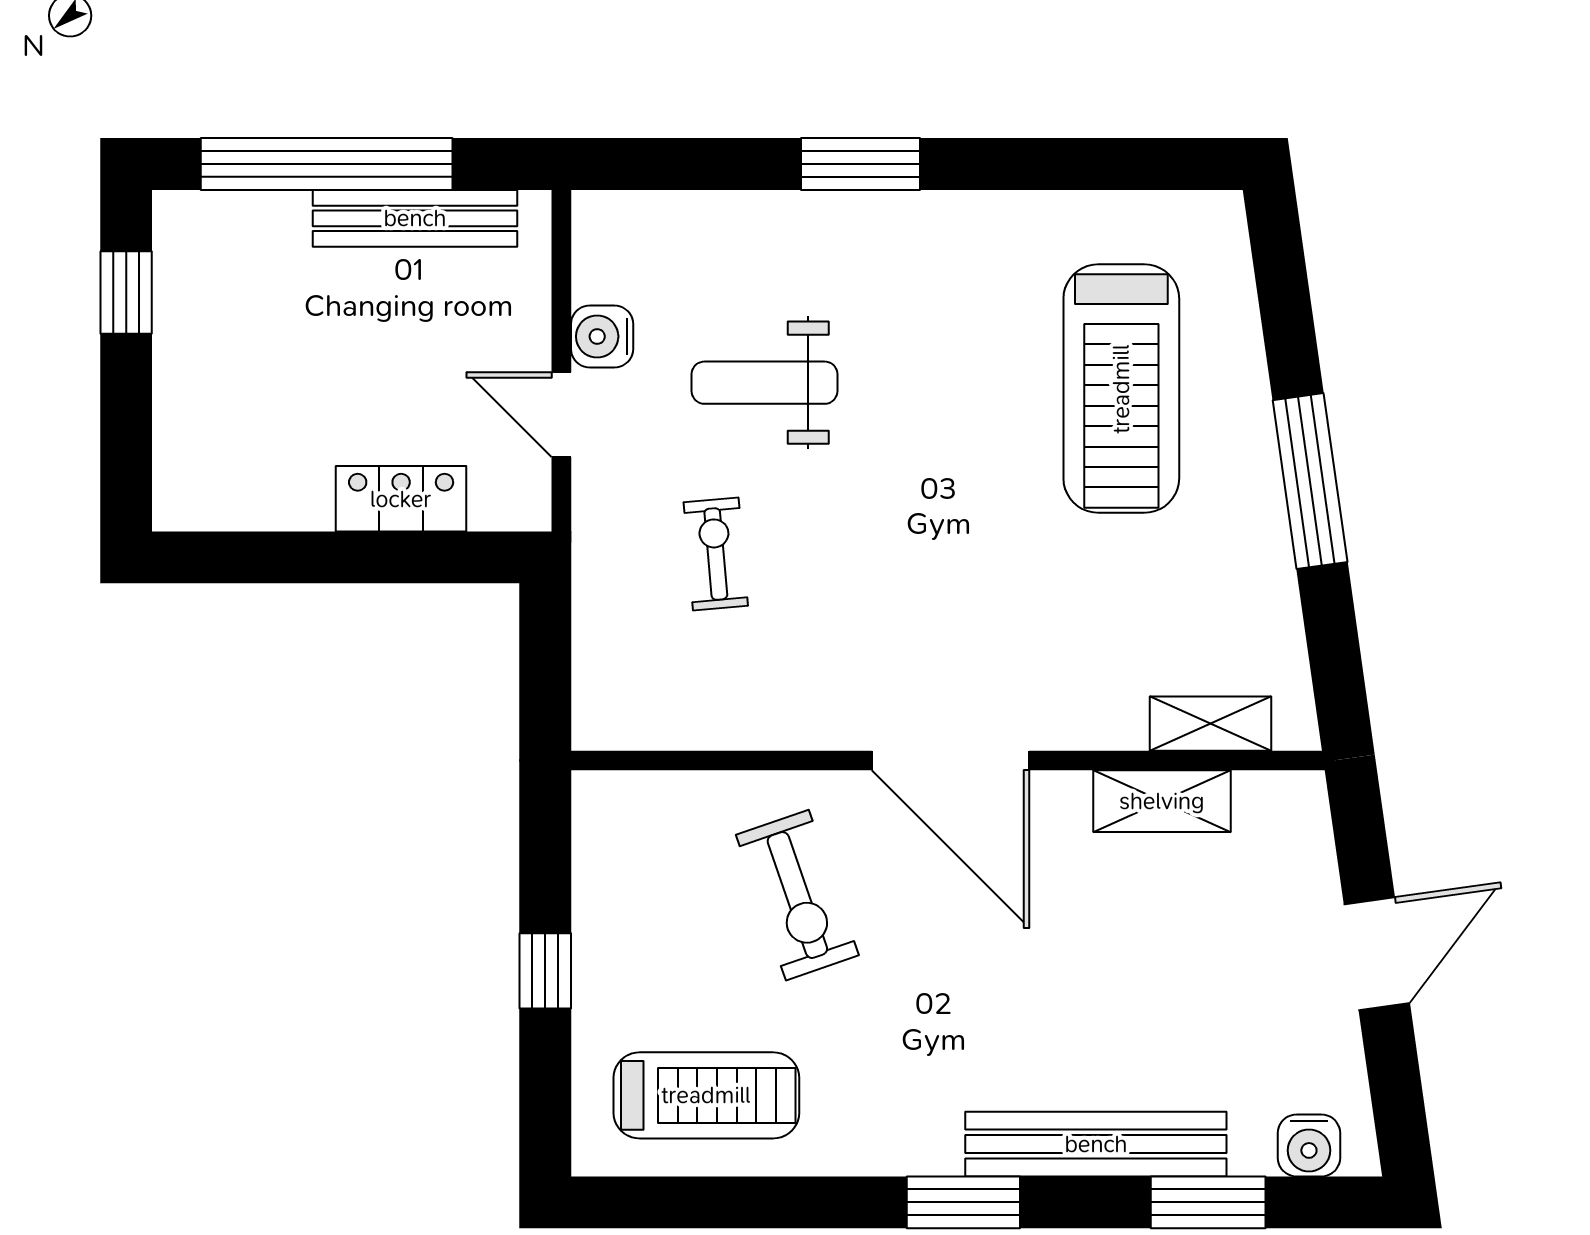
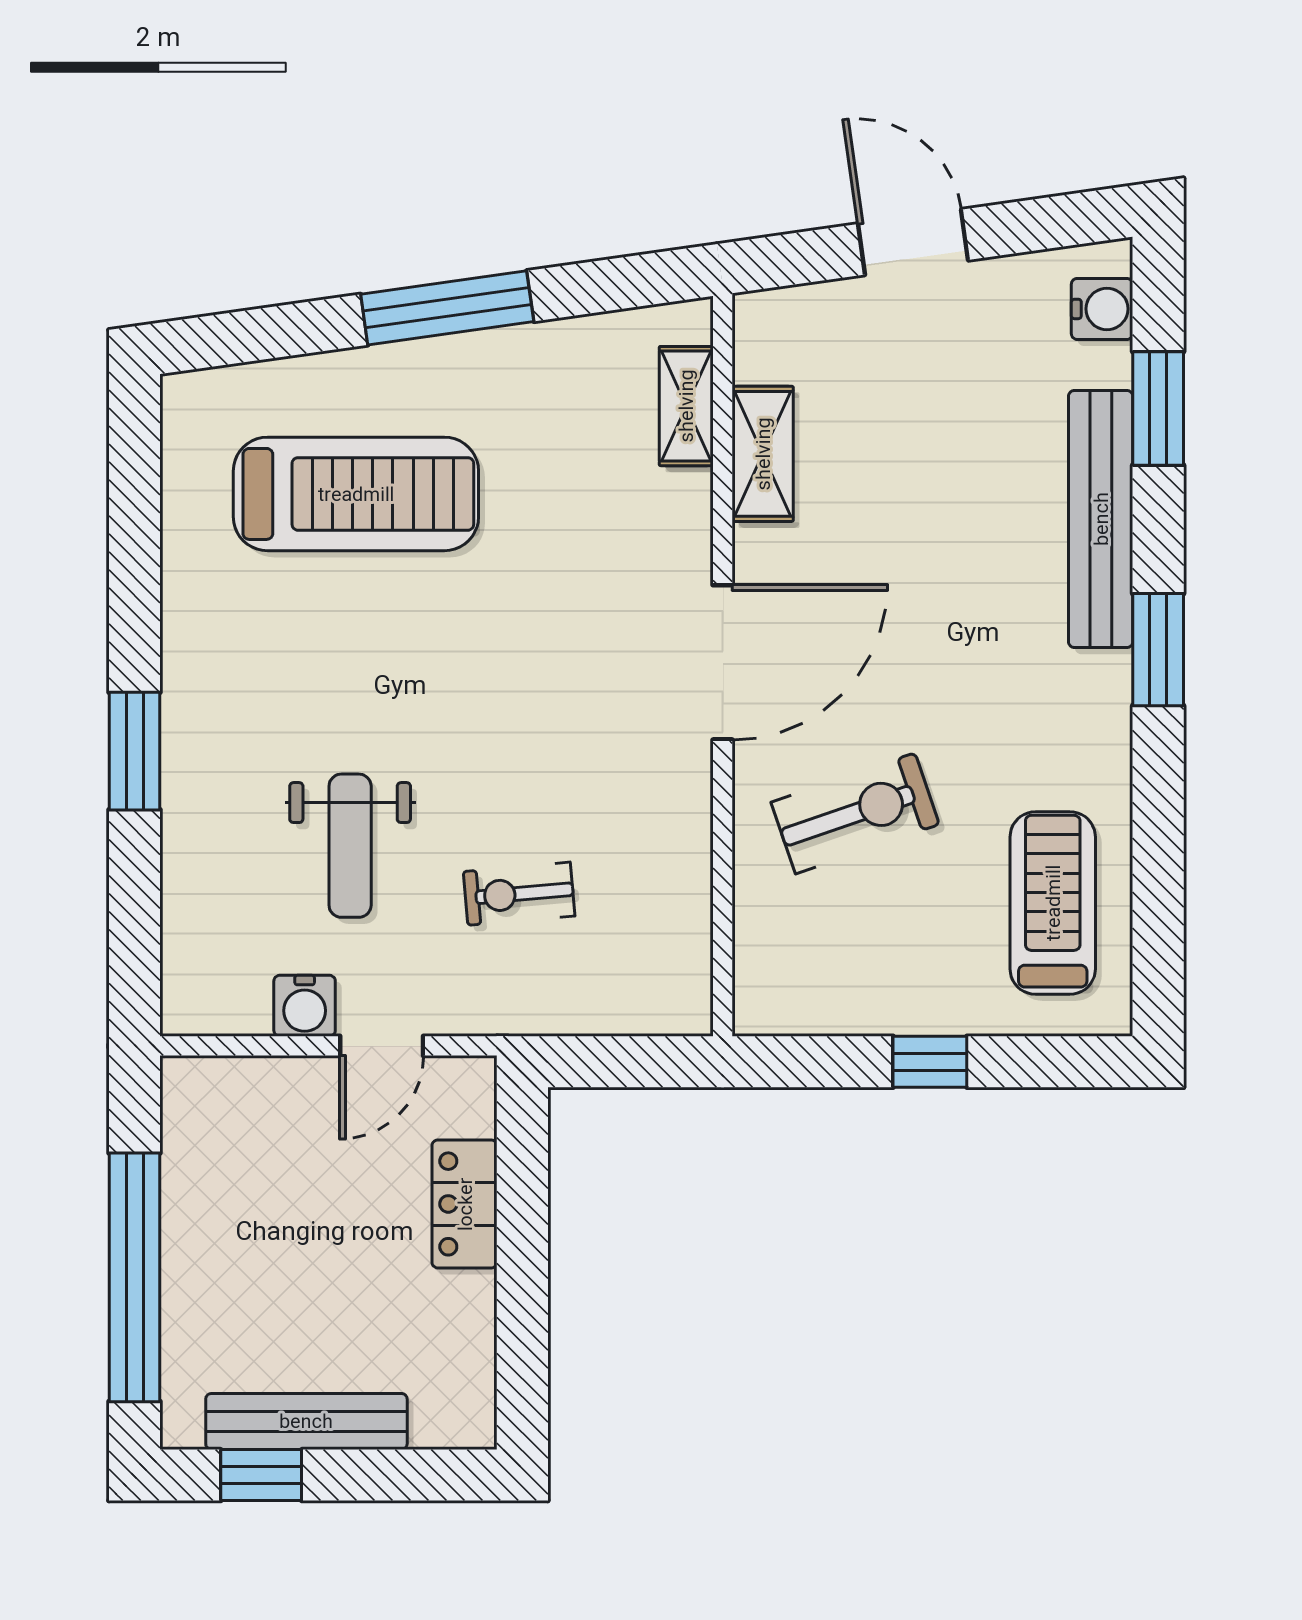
bench: (415, 218) -> (306, 1421), moved, turned 90

